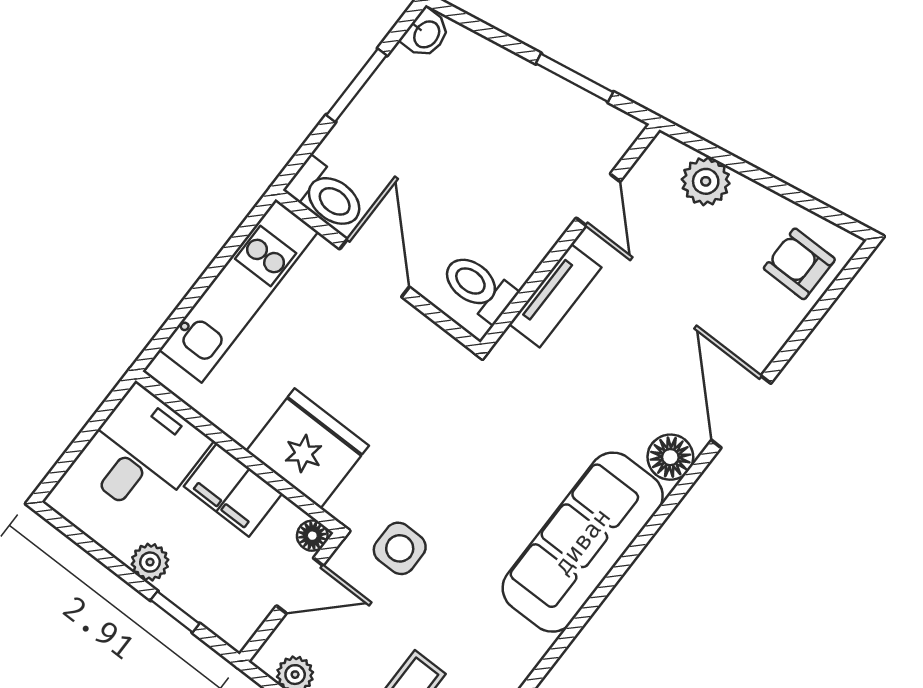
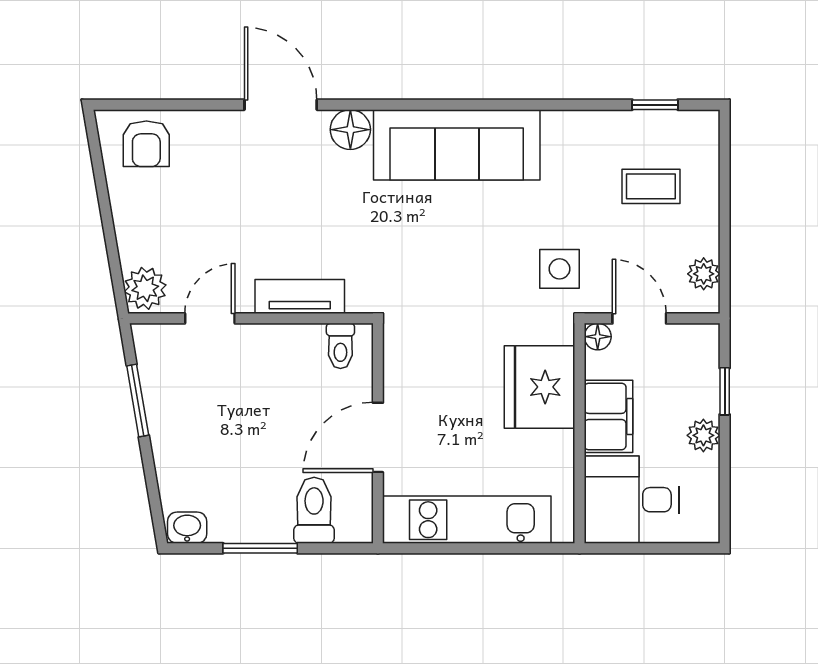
plant: (706, 181) -> (145, 288), moved
toilet: (326, 195) -> (314, 510), moved
toilet: (478, 287) -> (340, 346), width x0.73, depth x0.72
door: (741, 412) -> (281, 105), swing flipped

